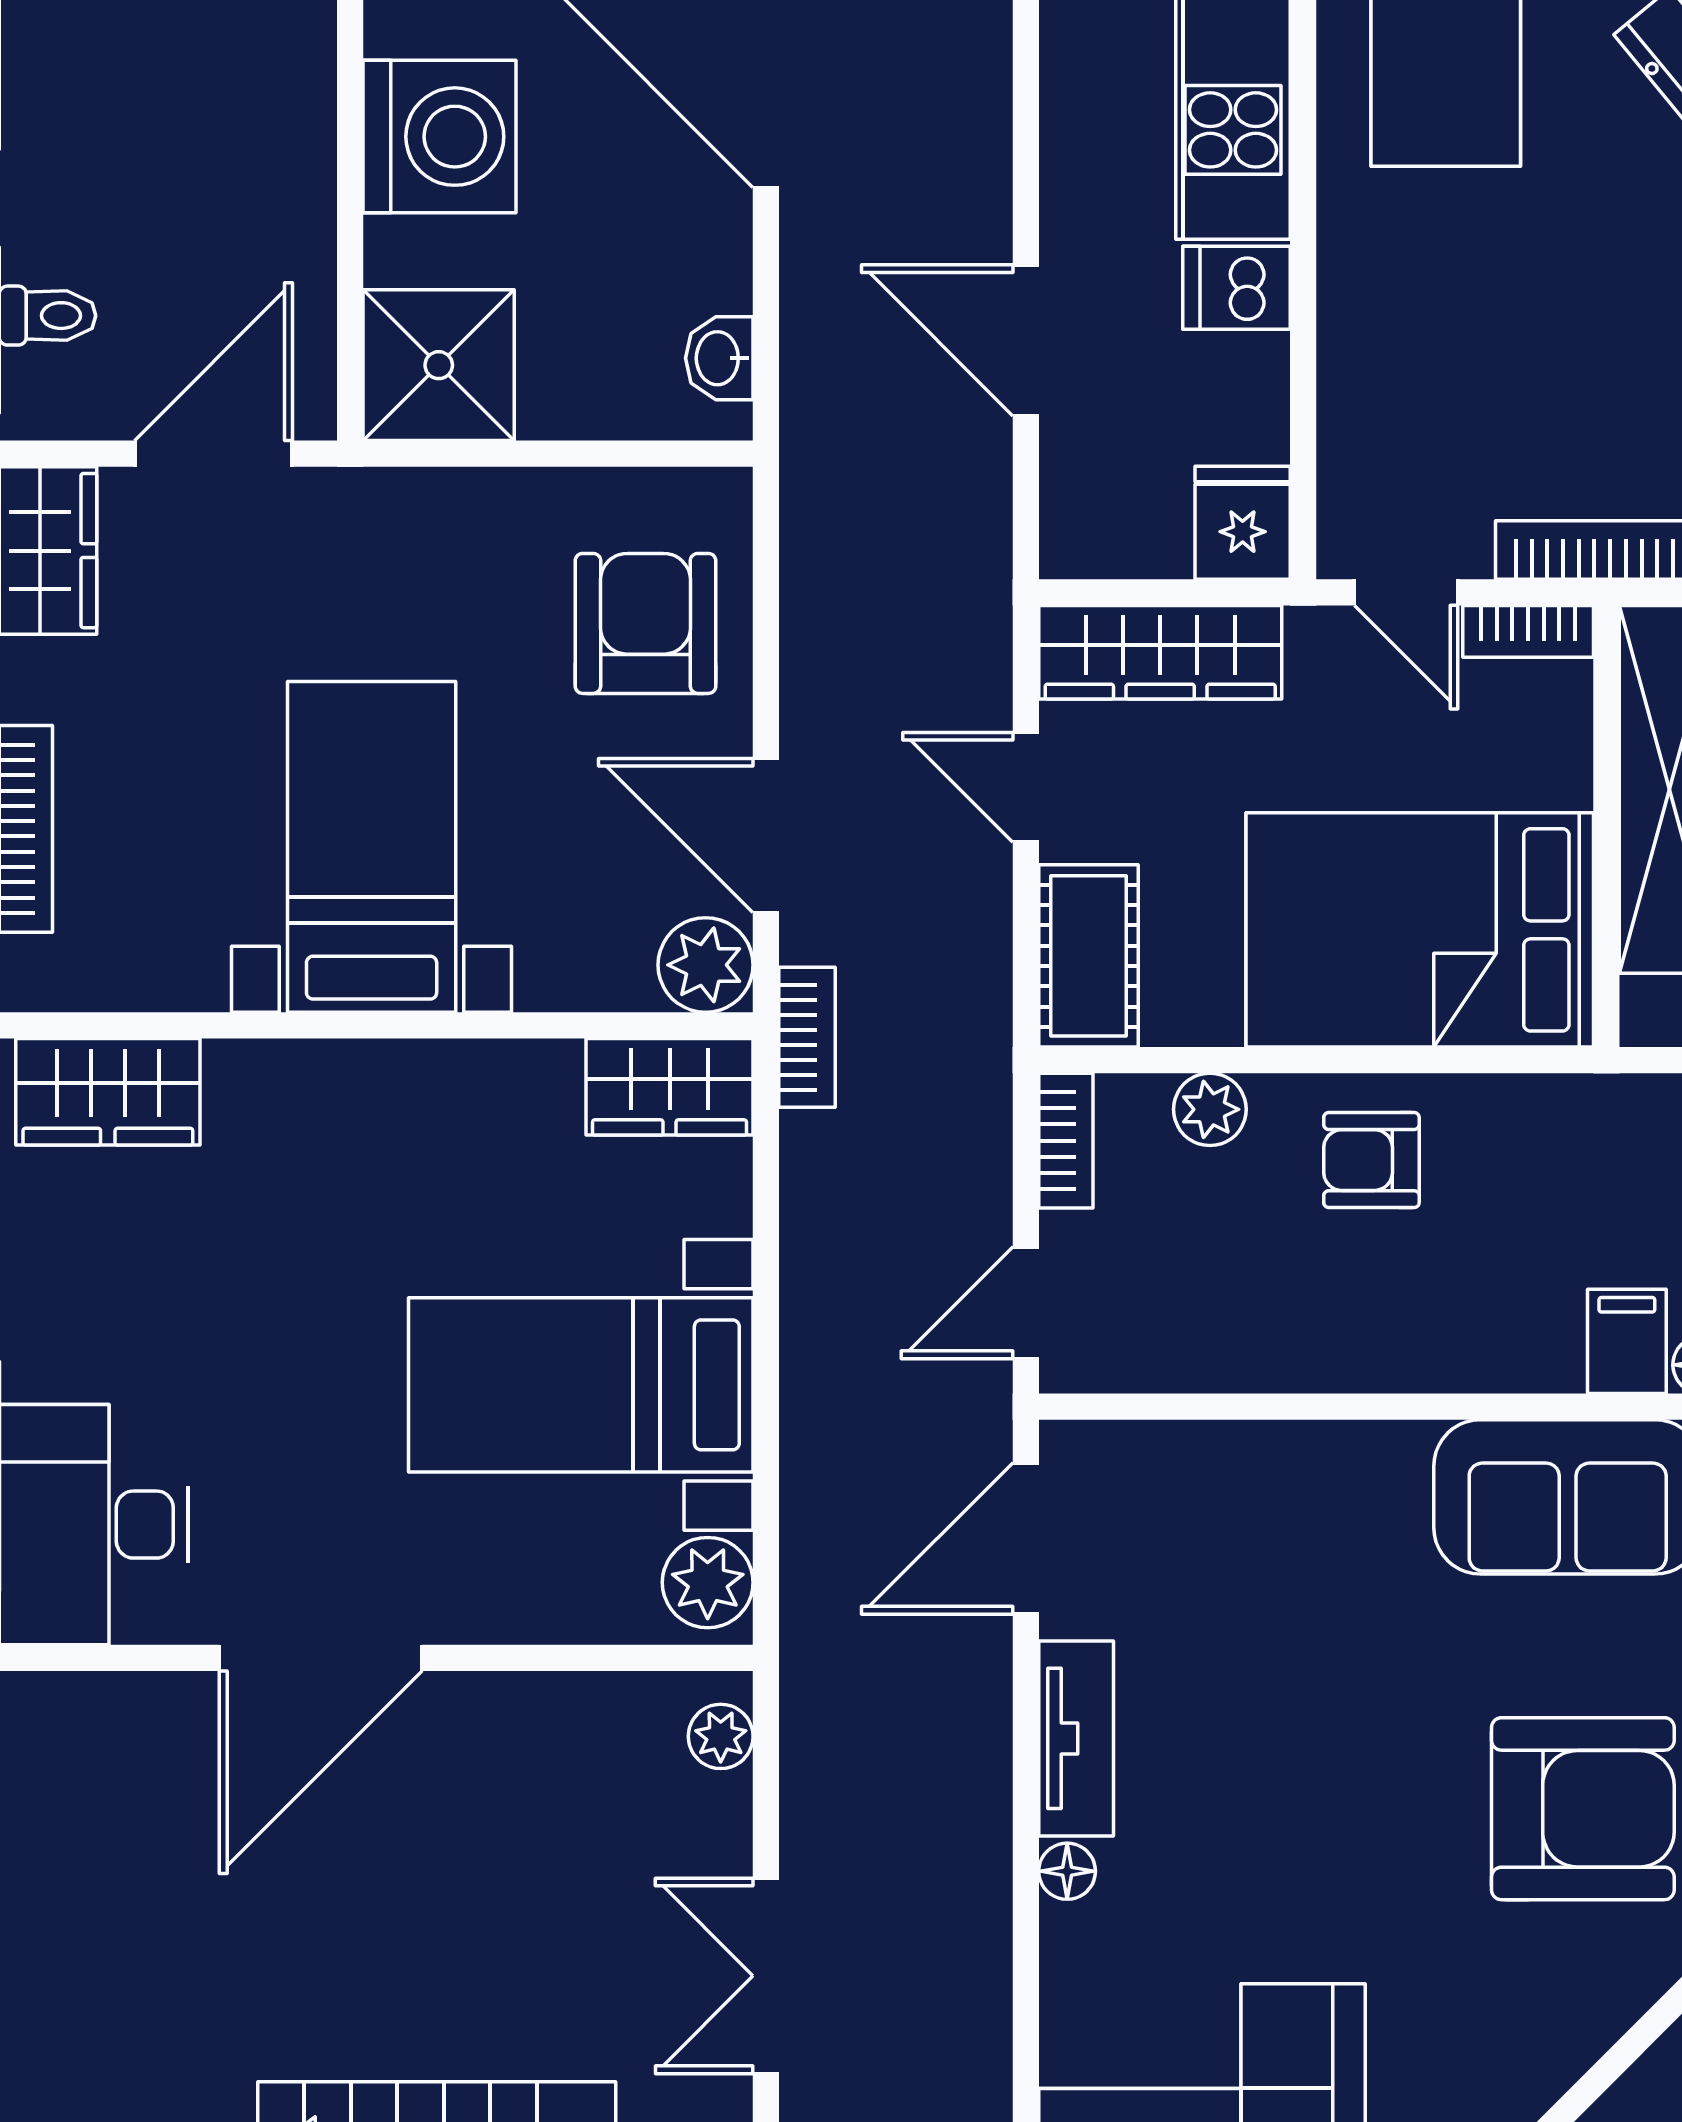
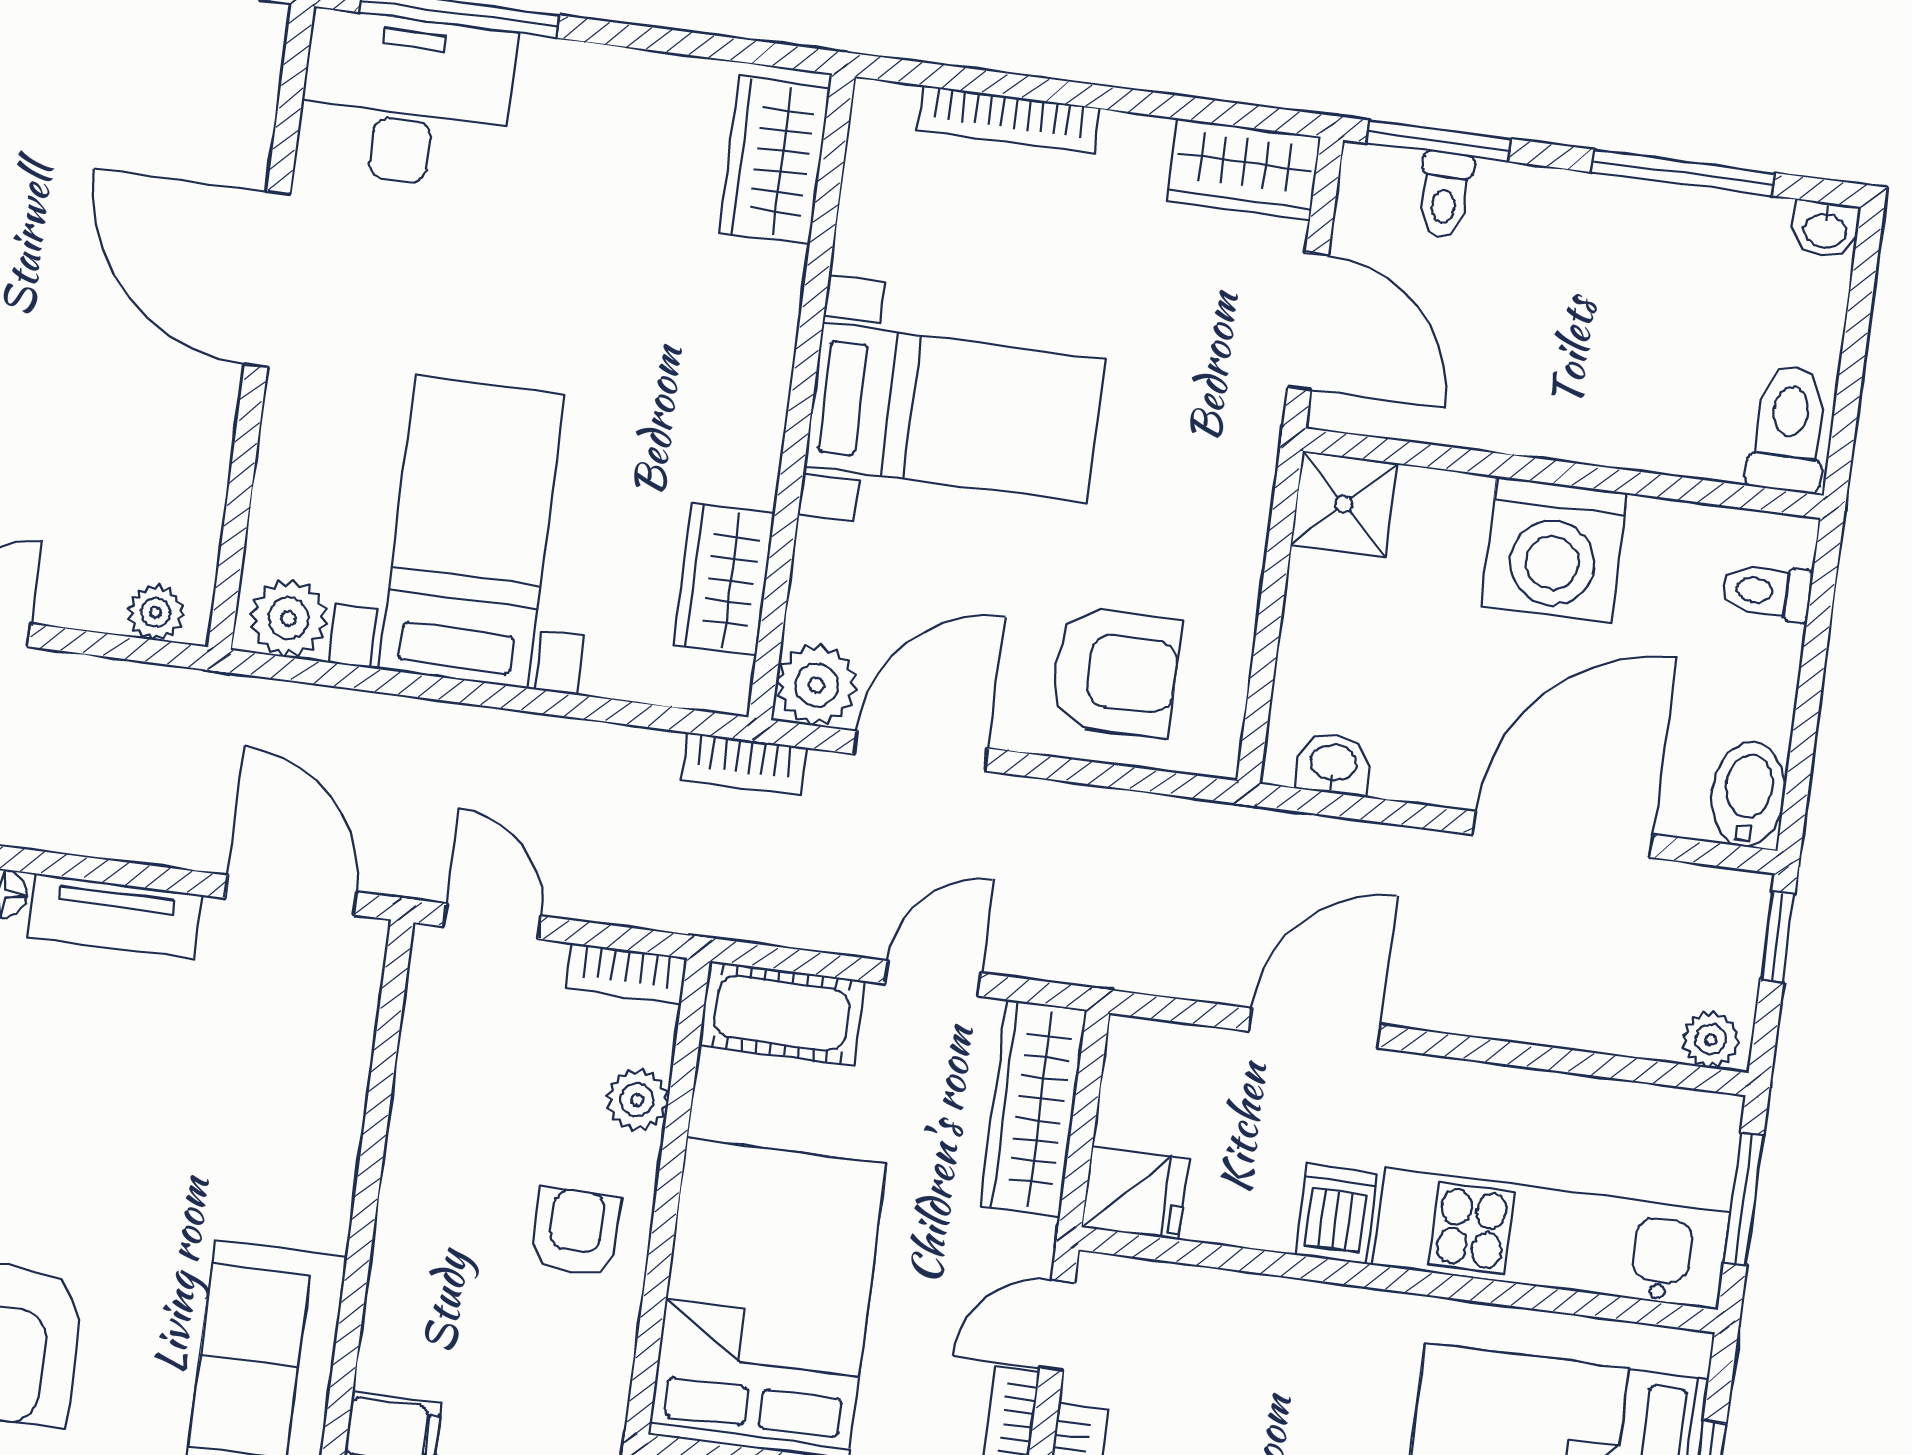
shower: (439, 365) -> (1344, 504), width x0.73, depth x0.73
wardrobe: (670, 1087) -> (724, 579), moved

